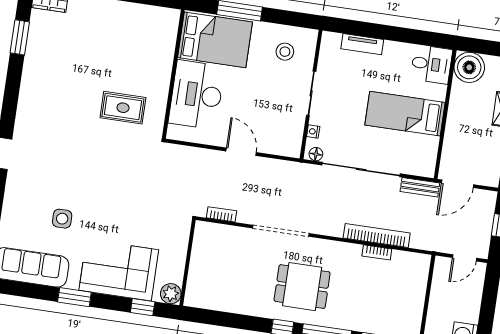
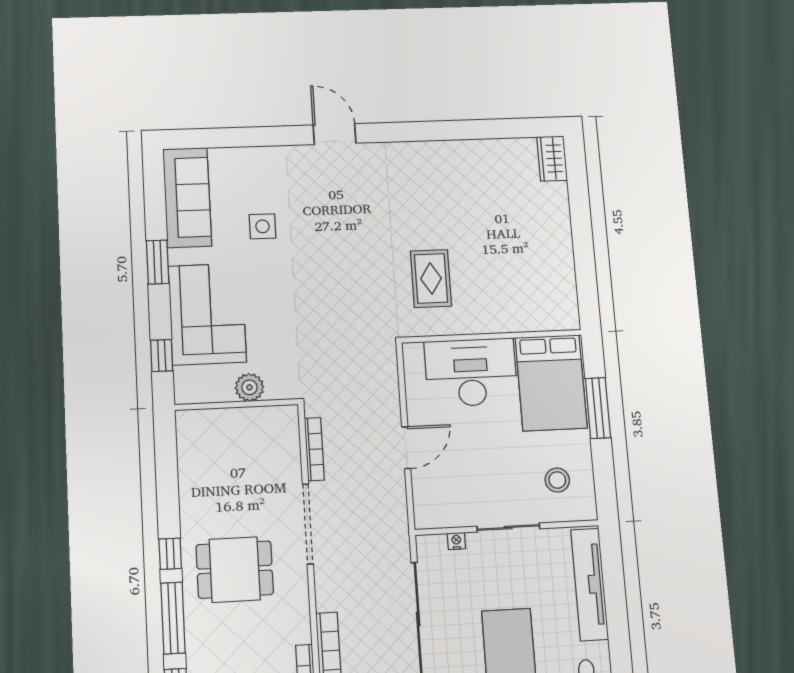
window: (20, 37) -> (494, 129), removed
tv unit: (362, 44) -> (590, 584), width x1.92, depth x1.29
floor lamp: (316, 154) -> (426, 551), removed
bookcase: (222, 214) -> (314, 449), width x1.56
dining table: (302, 287) -> (235, 570), turned 90
plant: (171, 294) -> (249, 387), moved

